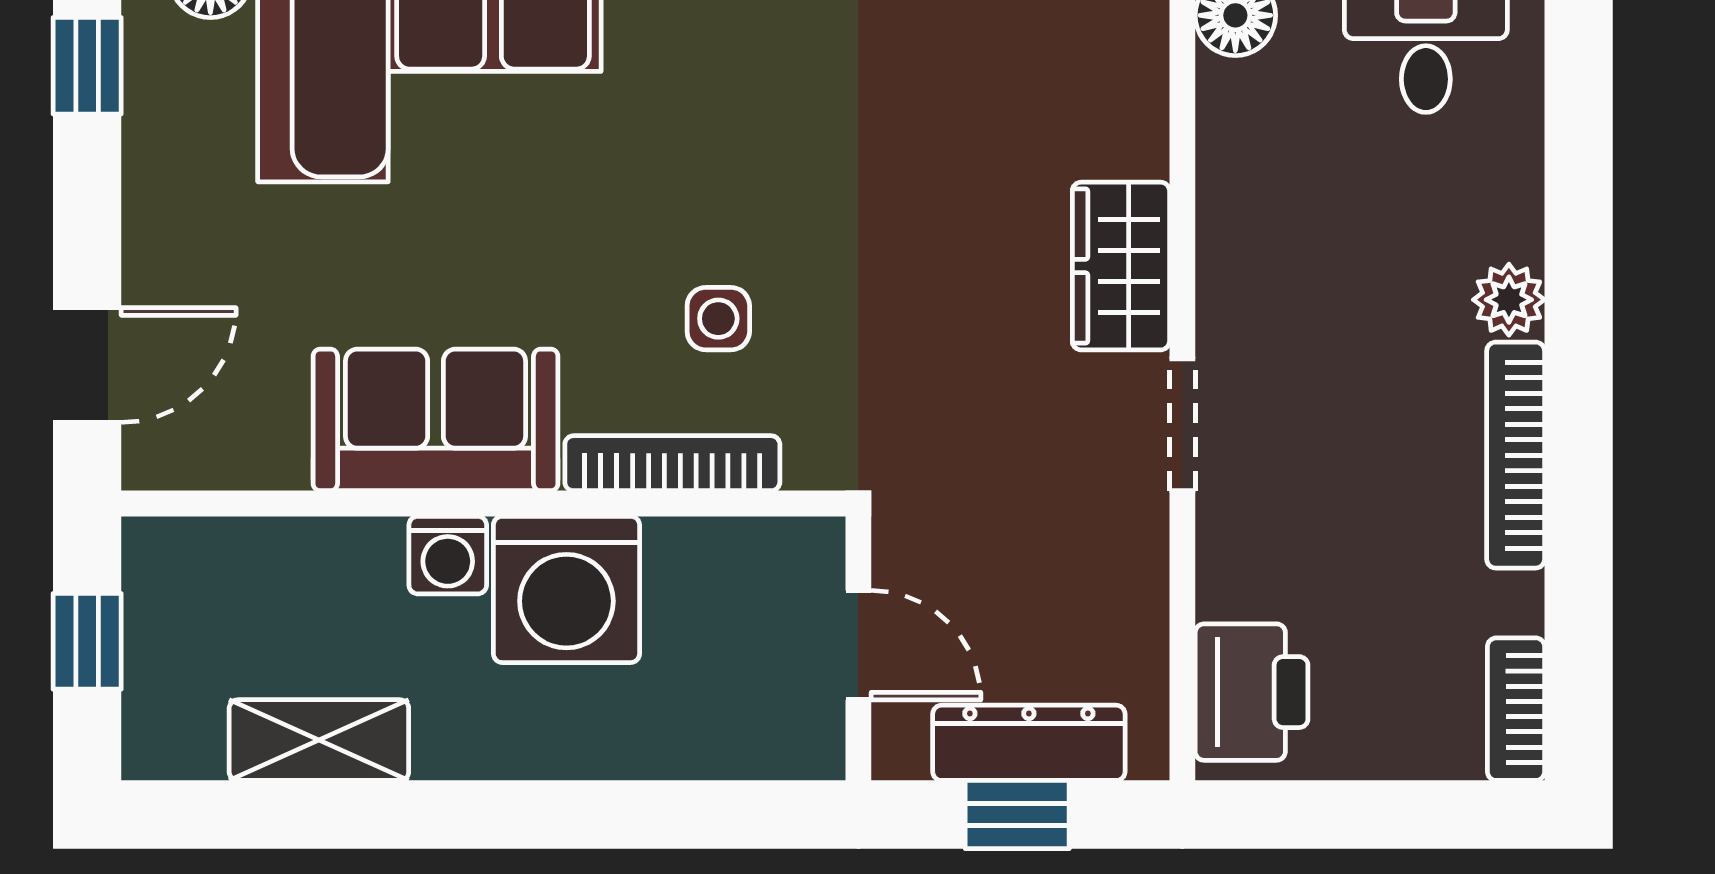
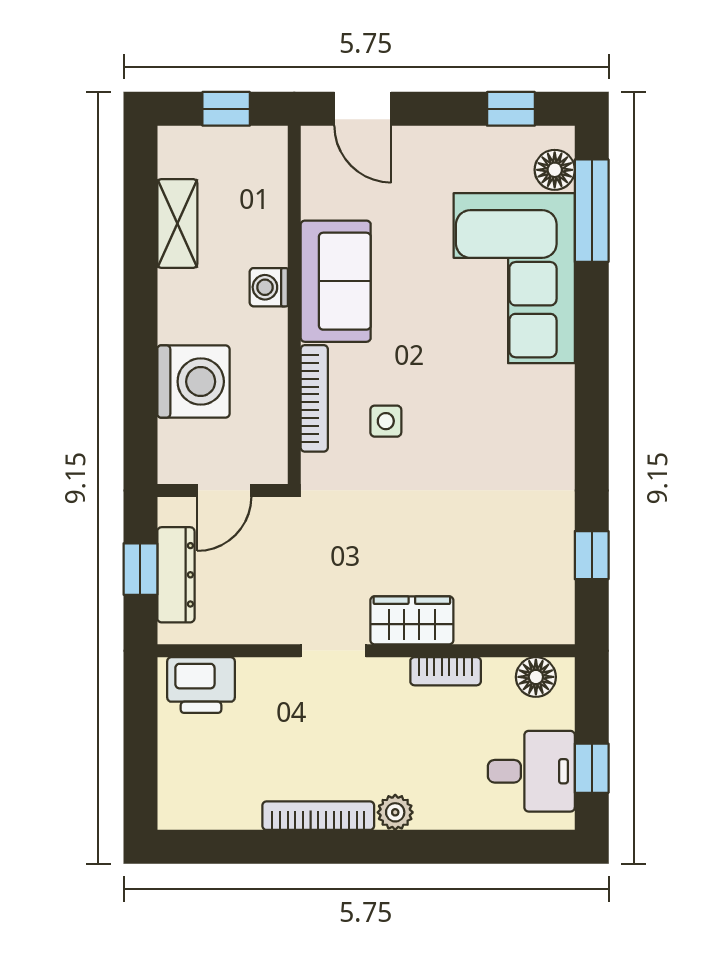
washing machine: (566, 589) -> (193, 382), moved, turned 180
bookcase: (1516, 709) -> (446, 671), moved, turned 180

